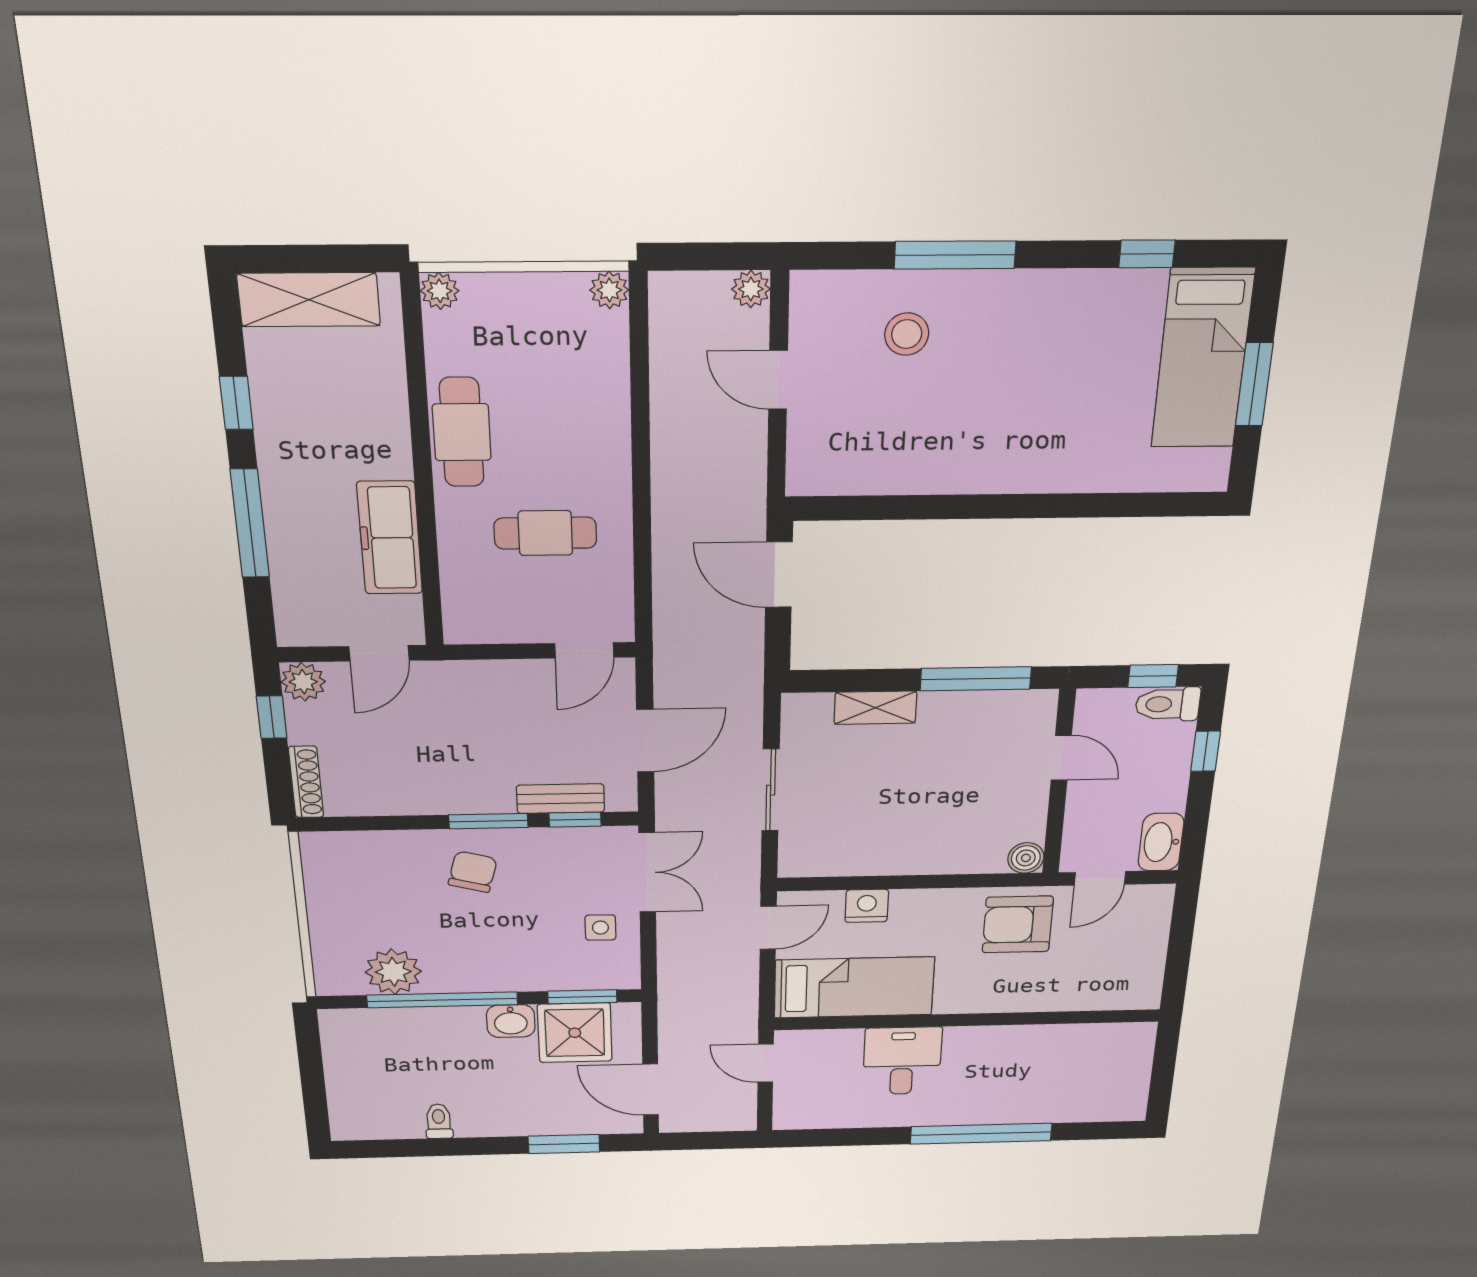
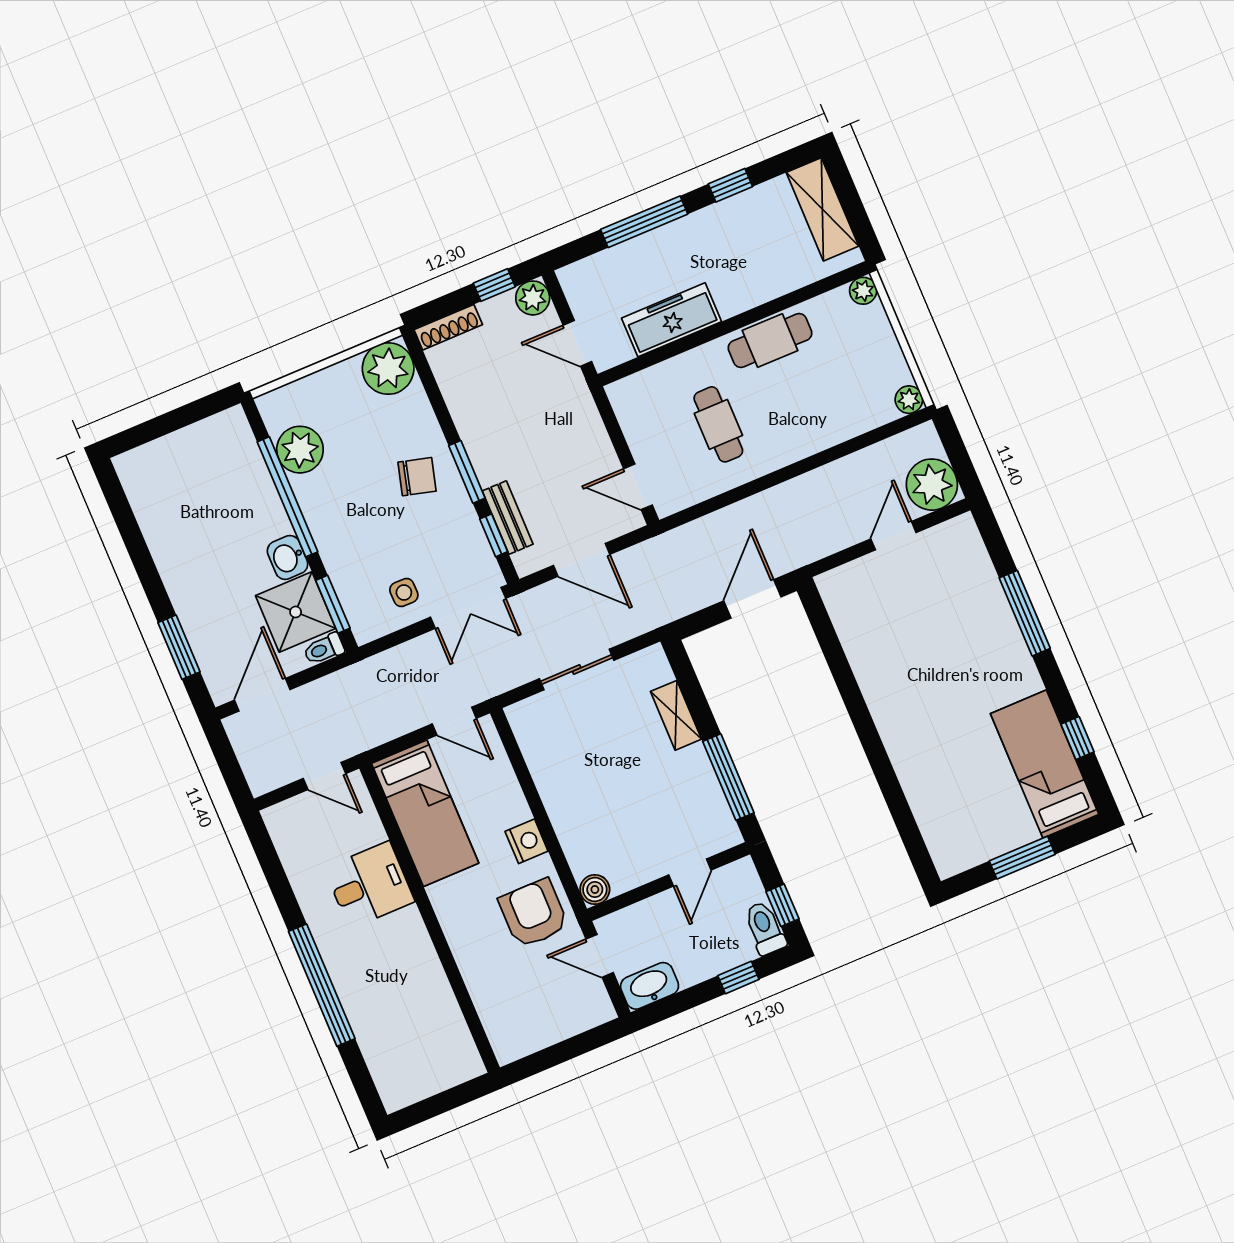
plant: (751, 289) -> (932, 485), width x1.87, depth x1.87
stool: (907, 334) -> (960, 607), removed
bed: (1202, 359) -> (1045, 764), moved, turned 90
plant: (333, 858) -> (388, 369), added
nightstand: (867, 906) -> (527, 841), moved
door: (766, 1063) -> (325, 776), swing flipped
toilet: (439, 1121) -> (324, 649), moved, turned 180

